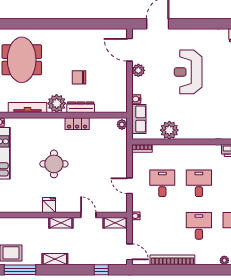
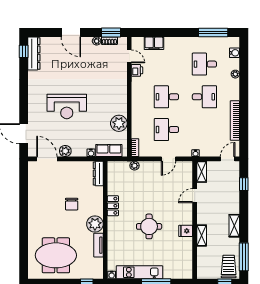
door: (129, 50) -> (47, 159), swing flipped
tv unit: (28, 107) -> (99, 245), width x0.71
dresser: (81, 107) -> (98, 173), moved
plant: (122, 124) -> (134, 166), moved
shelving: (61, 223) -> (202, 235), moved
desk: (199, 226) -> (204, 97), turned 180

